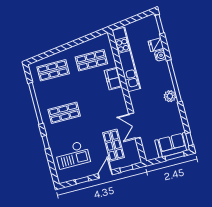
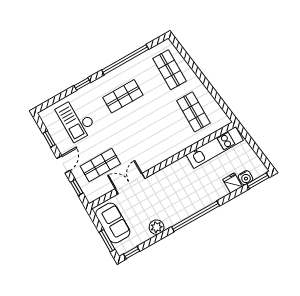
water cooler: (160, 55) -> (245, 178), moved
kitchen unit: (126, 59) -> (215, 148), width x0.73
freezer: (113, 79) -> (179, 143), removed
plant: (170, 96) -> (157, 227), moved
shop shelf: (64, 113) -> (123, 96), turned 90
sofa: (172, 145) -> (113, 223), moved
door: (105, 174) -> (63, 164), hinge flipped

